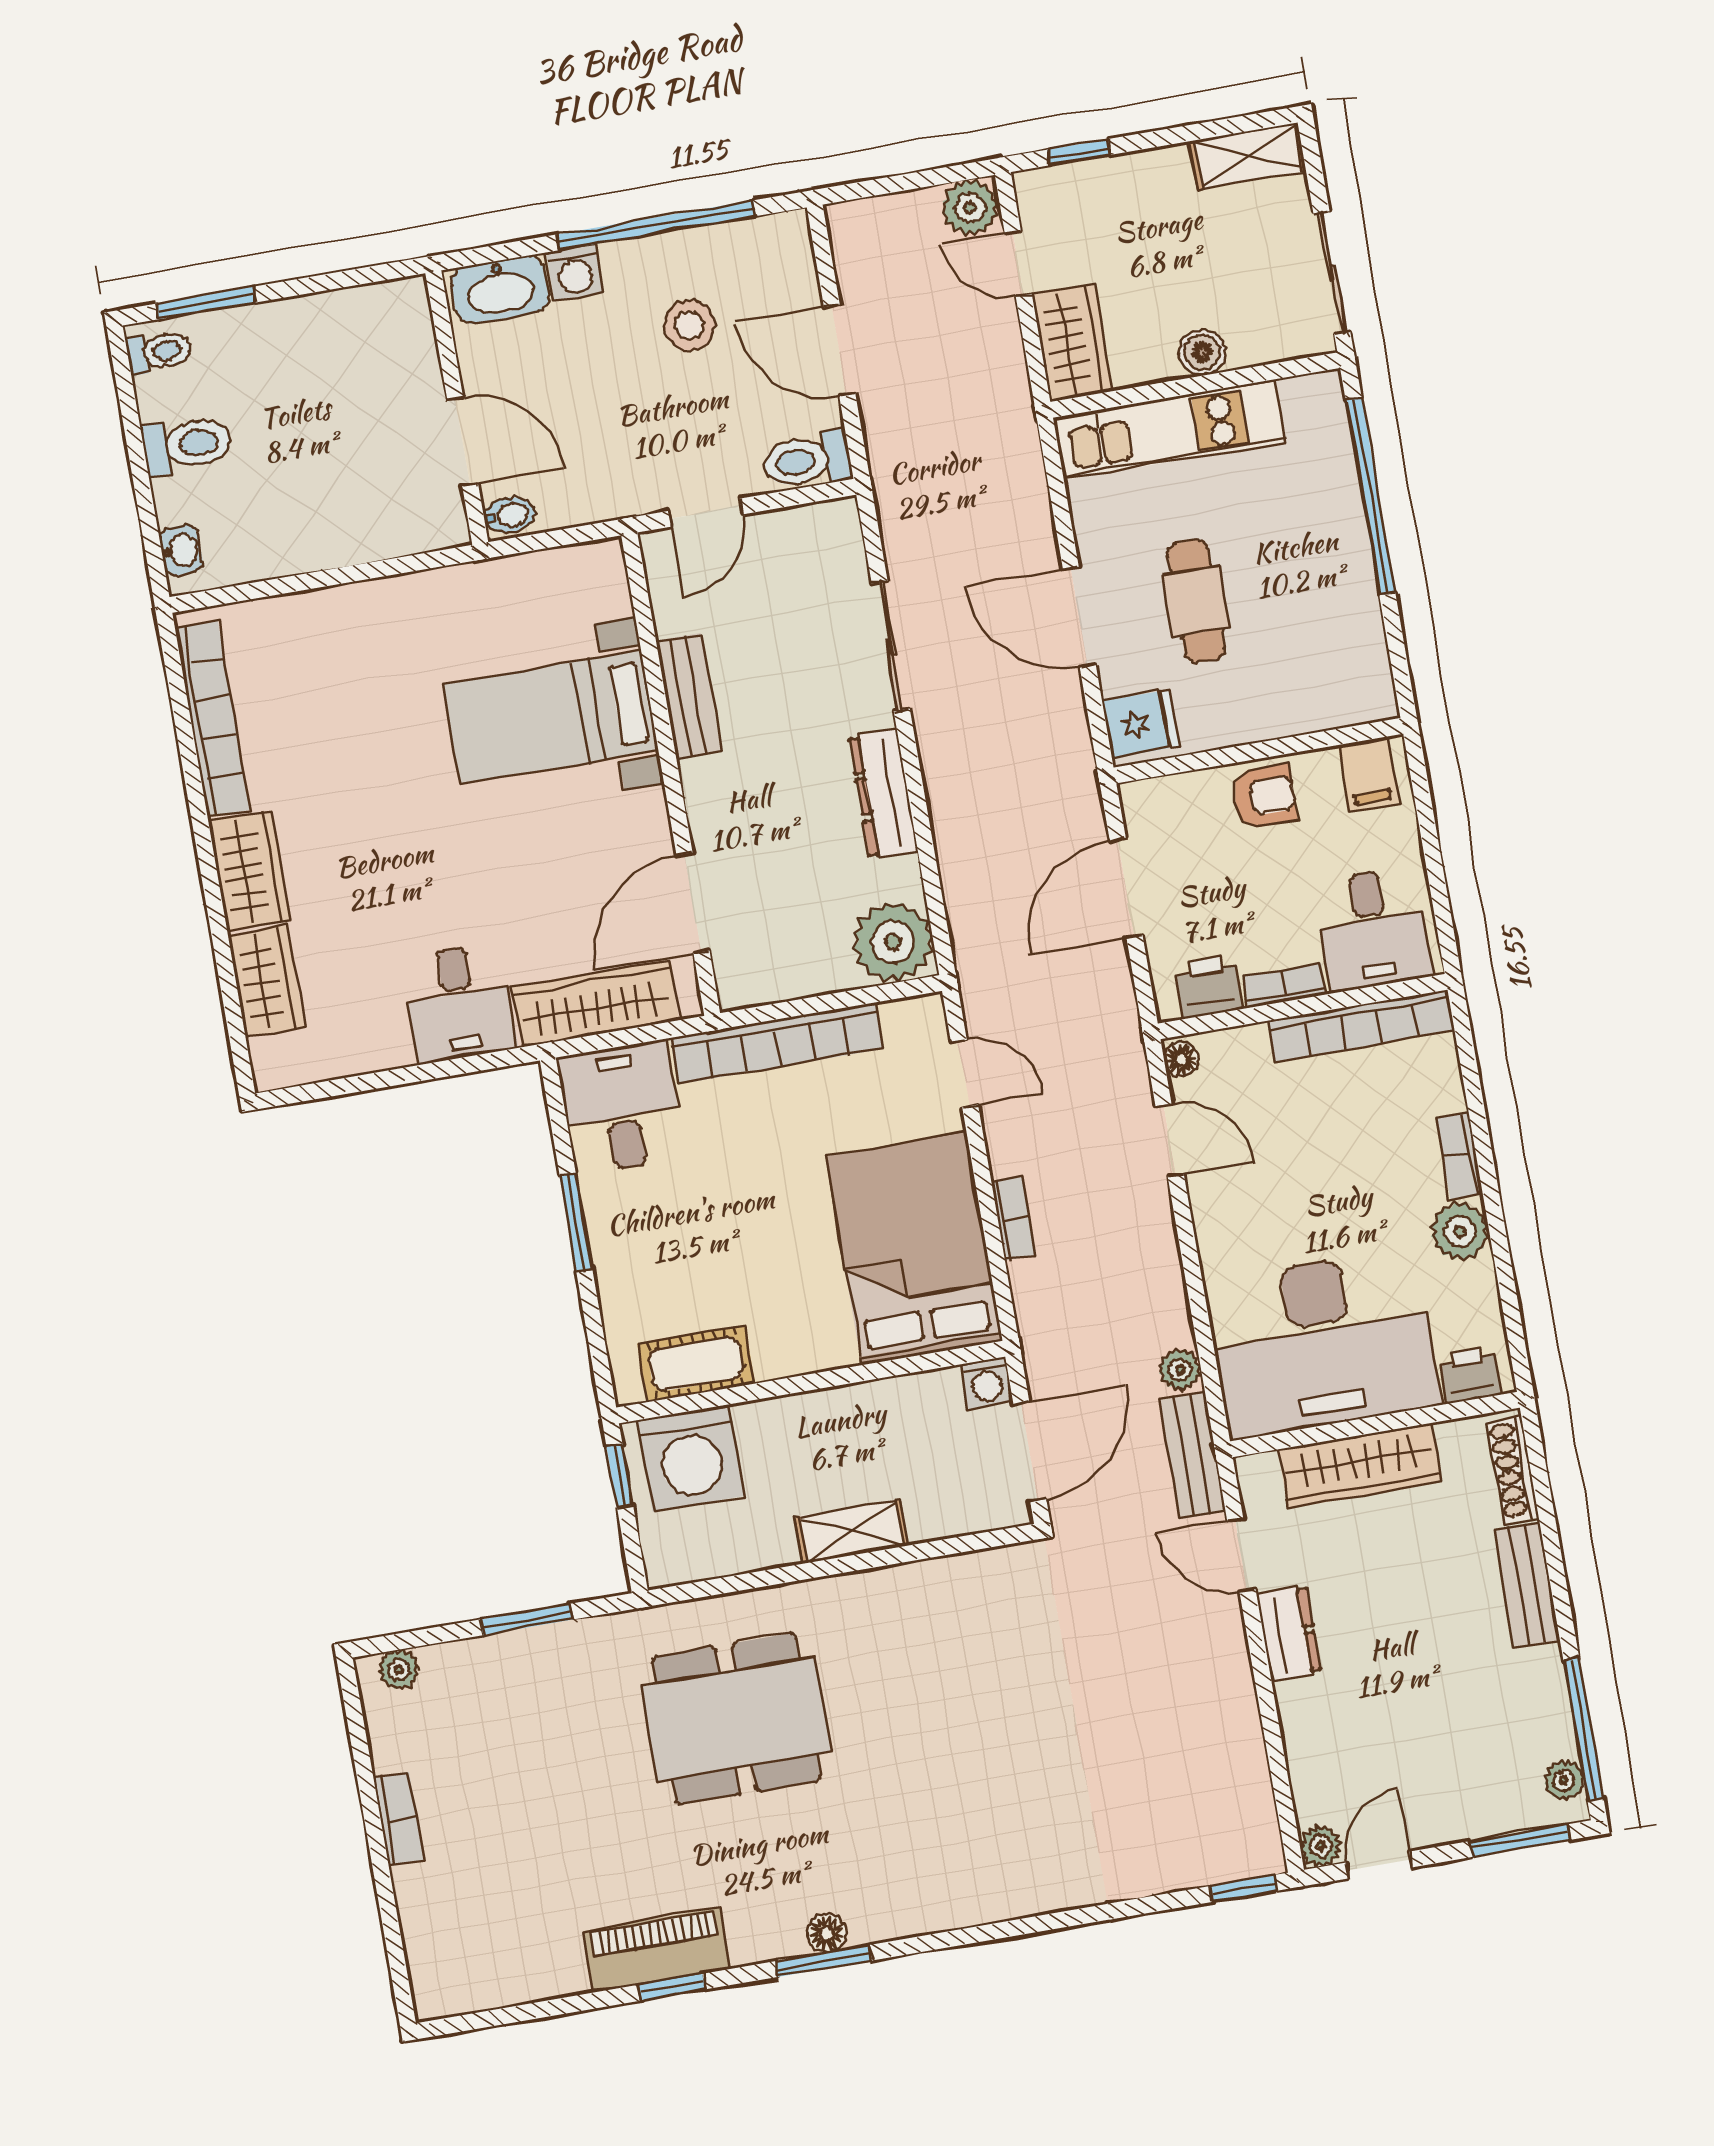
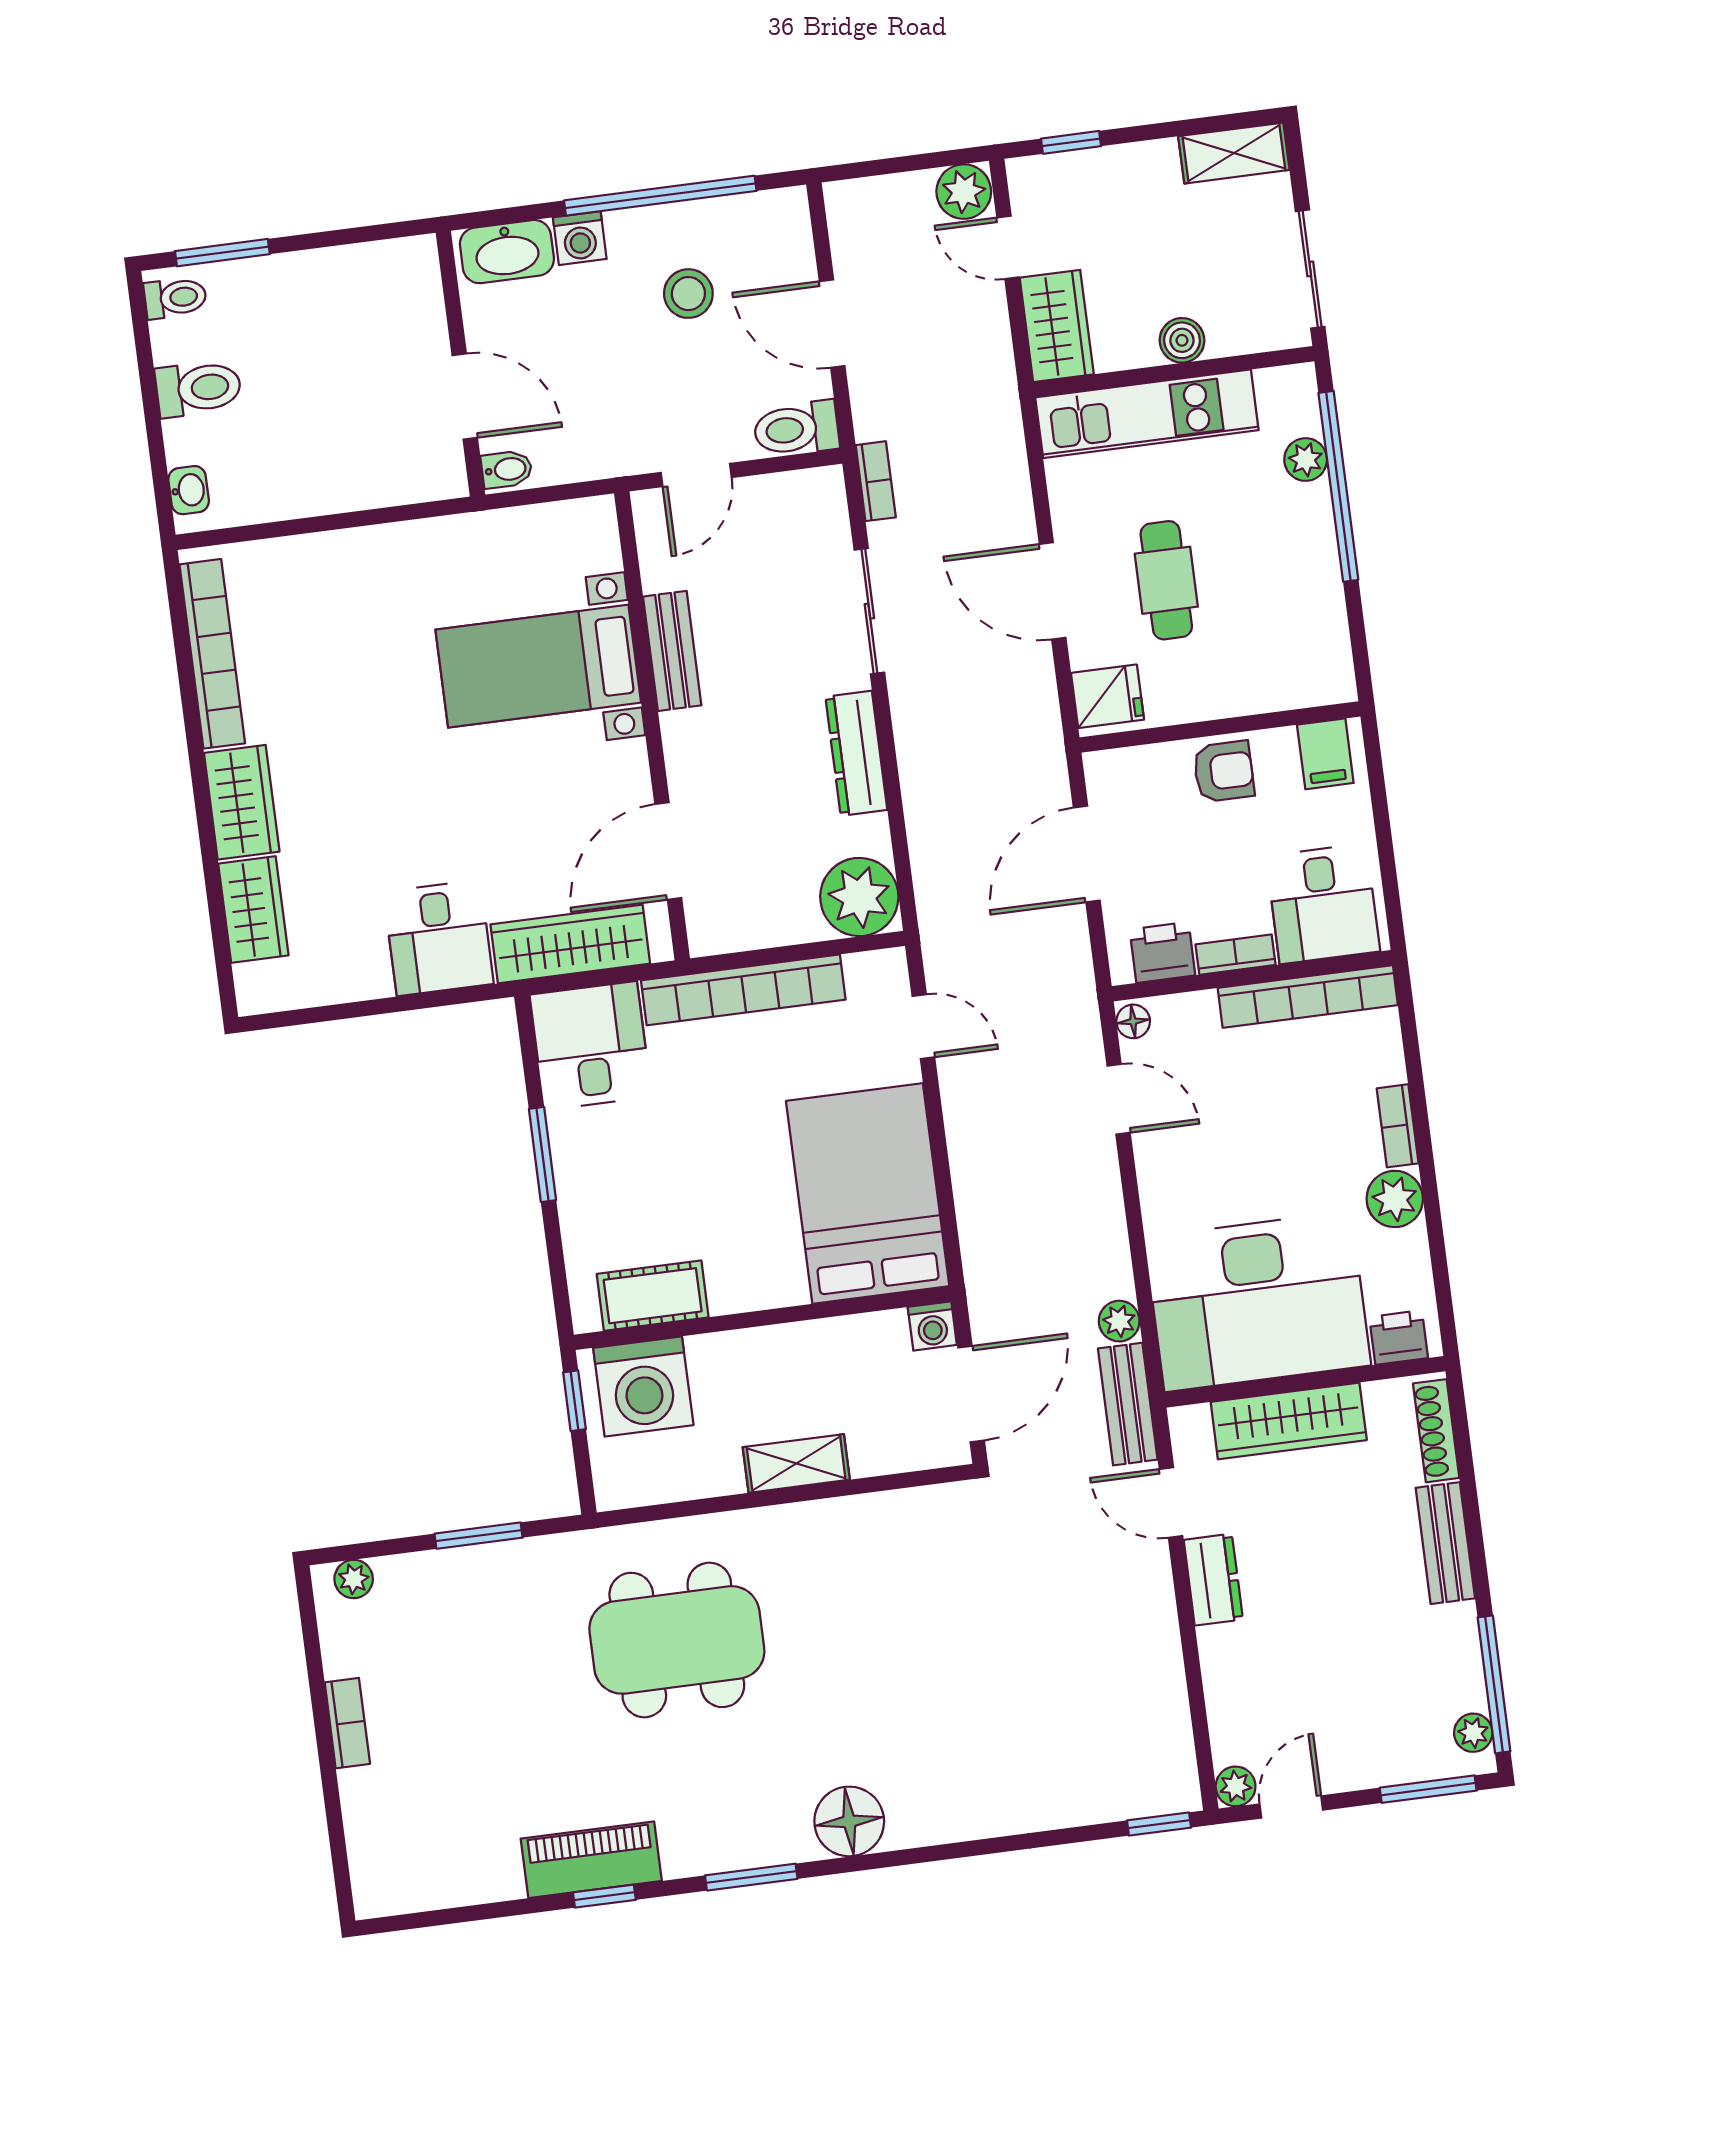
plant: (1335, 470) -> (1306, 460), added
bookcase: (1014, 1219) -> (876, 481), moved
floor lamp: (827, 1933) -> (849, 1821), moved, width x1.89, depth x1.89

